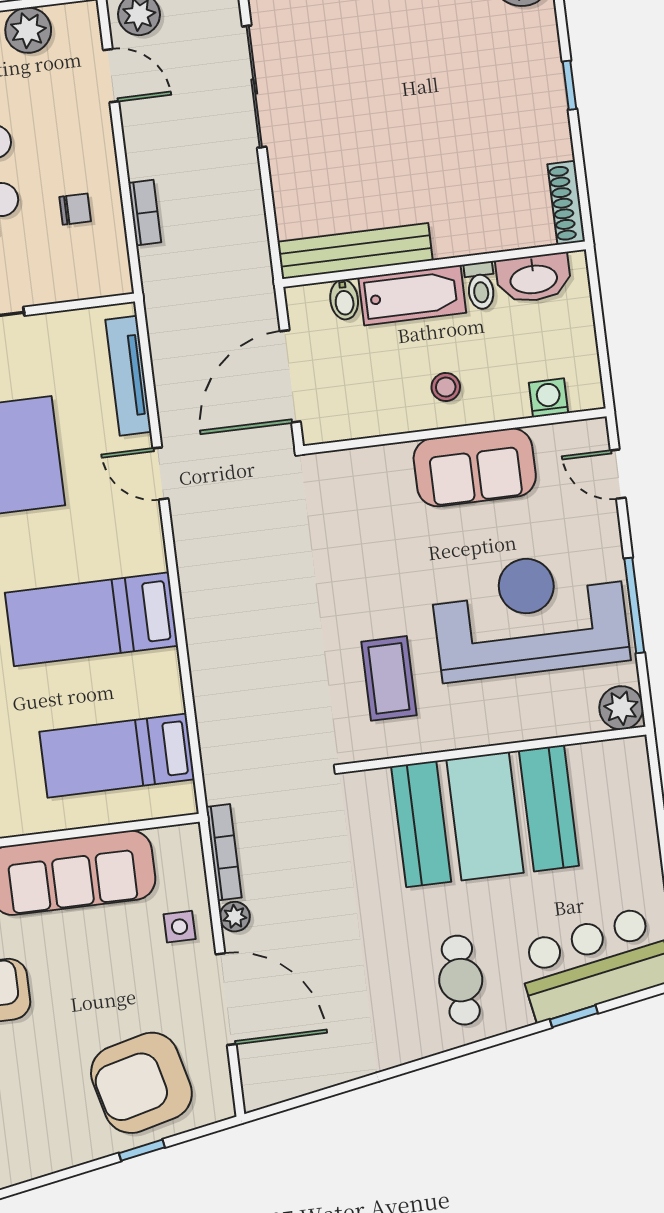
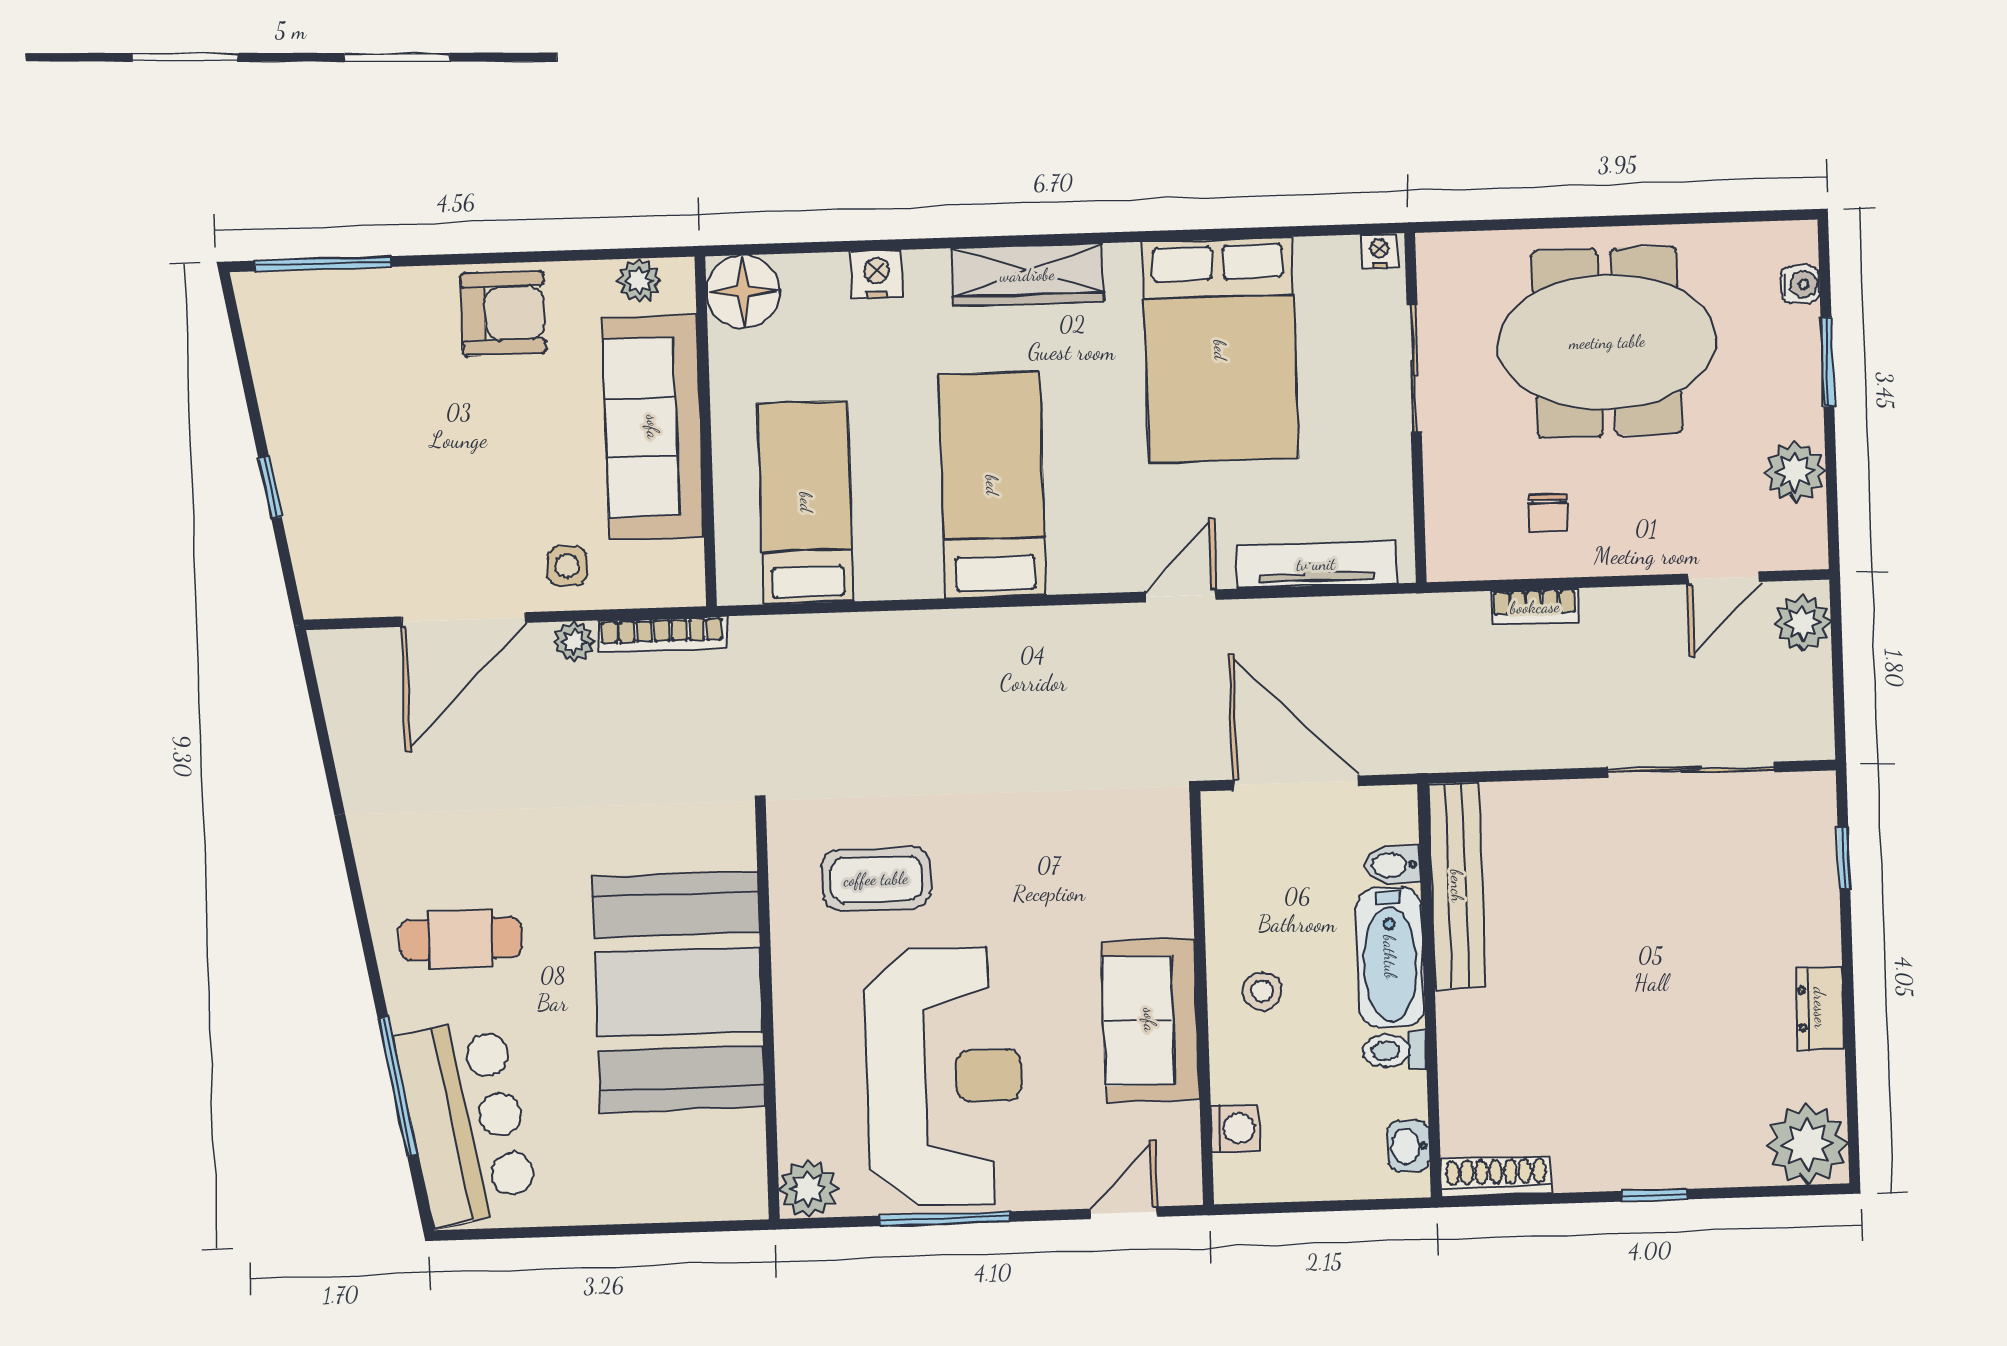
washbasin: (534, 278) -> (1409, 1146), width x0.52, depth x0.69
window: (574, 1016) -> (398, 1087), width x2.17
armchair: (141, 1083) -> (361, 495), removed

